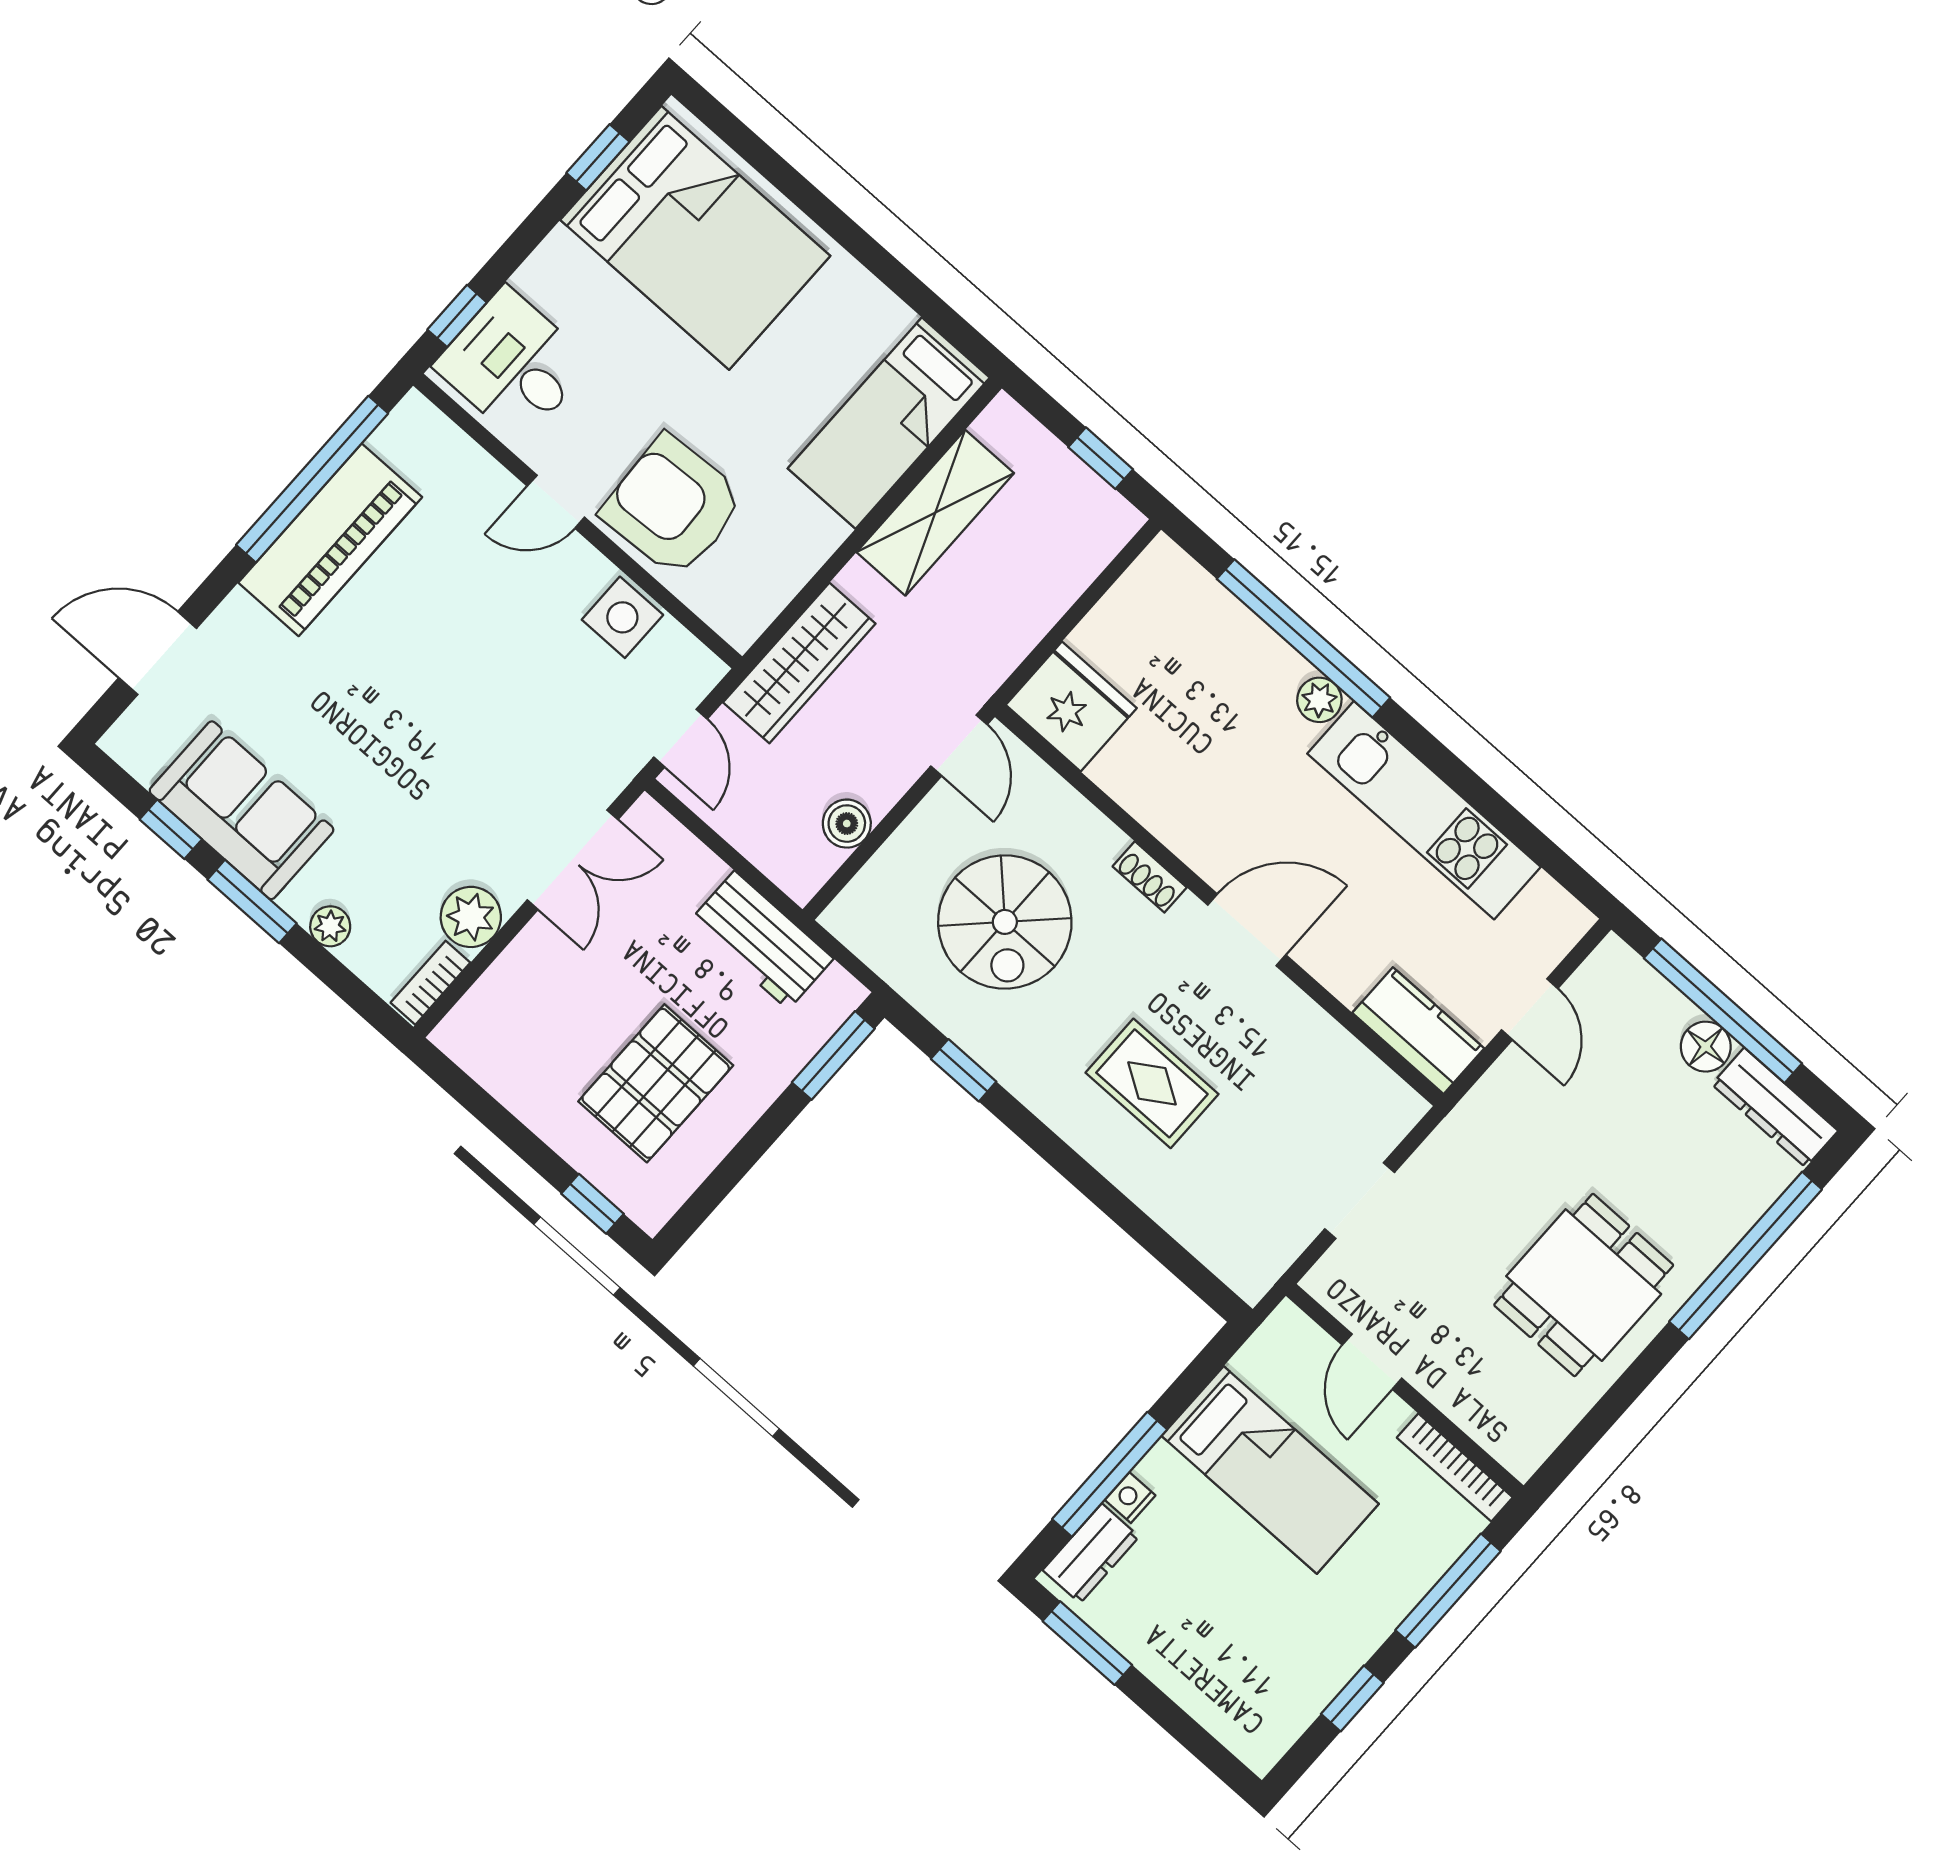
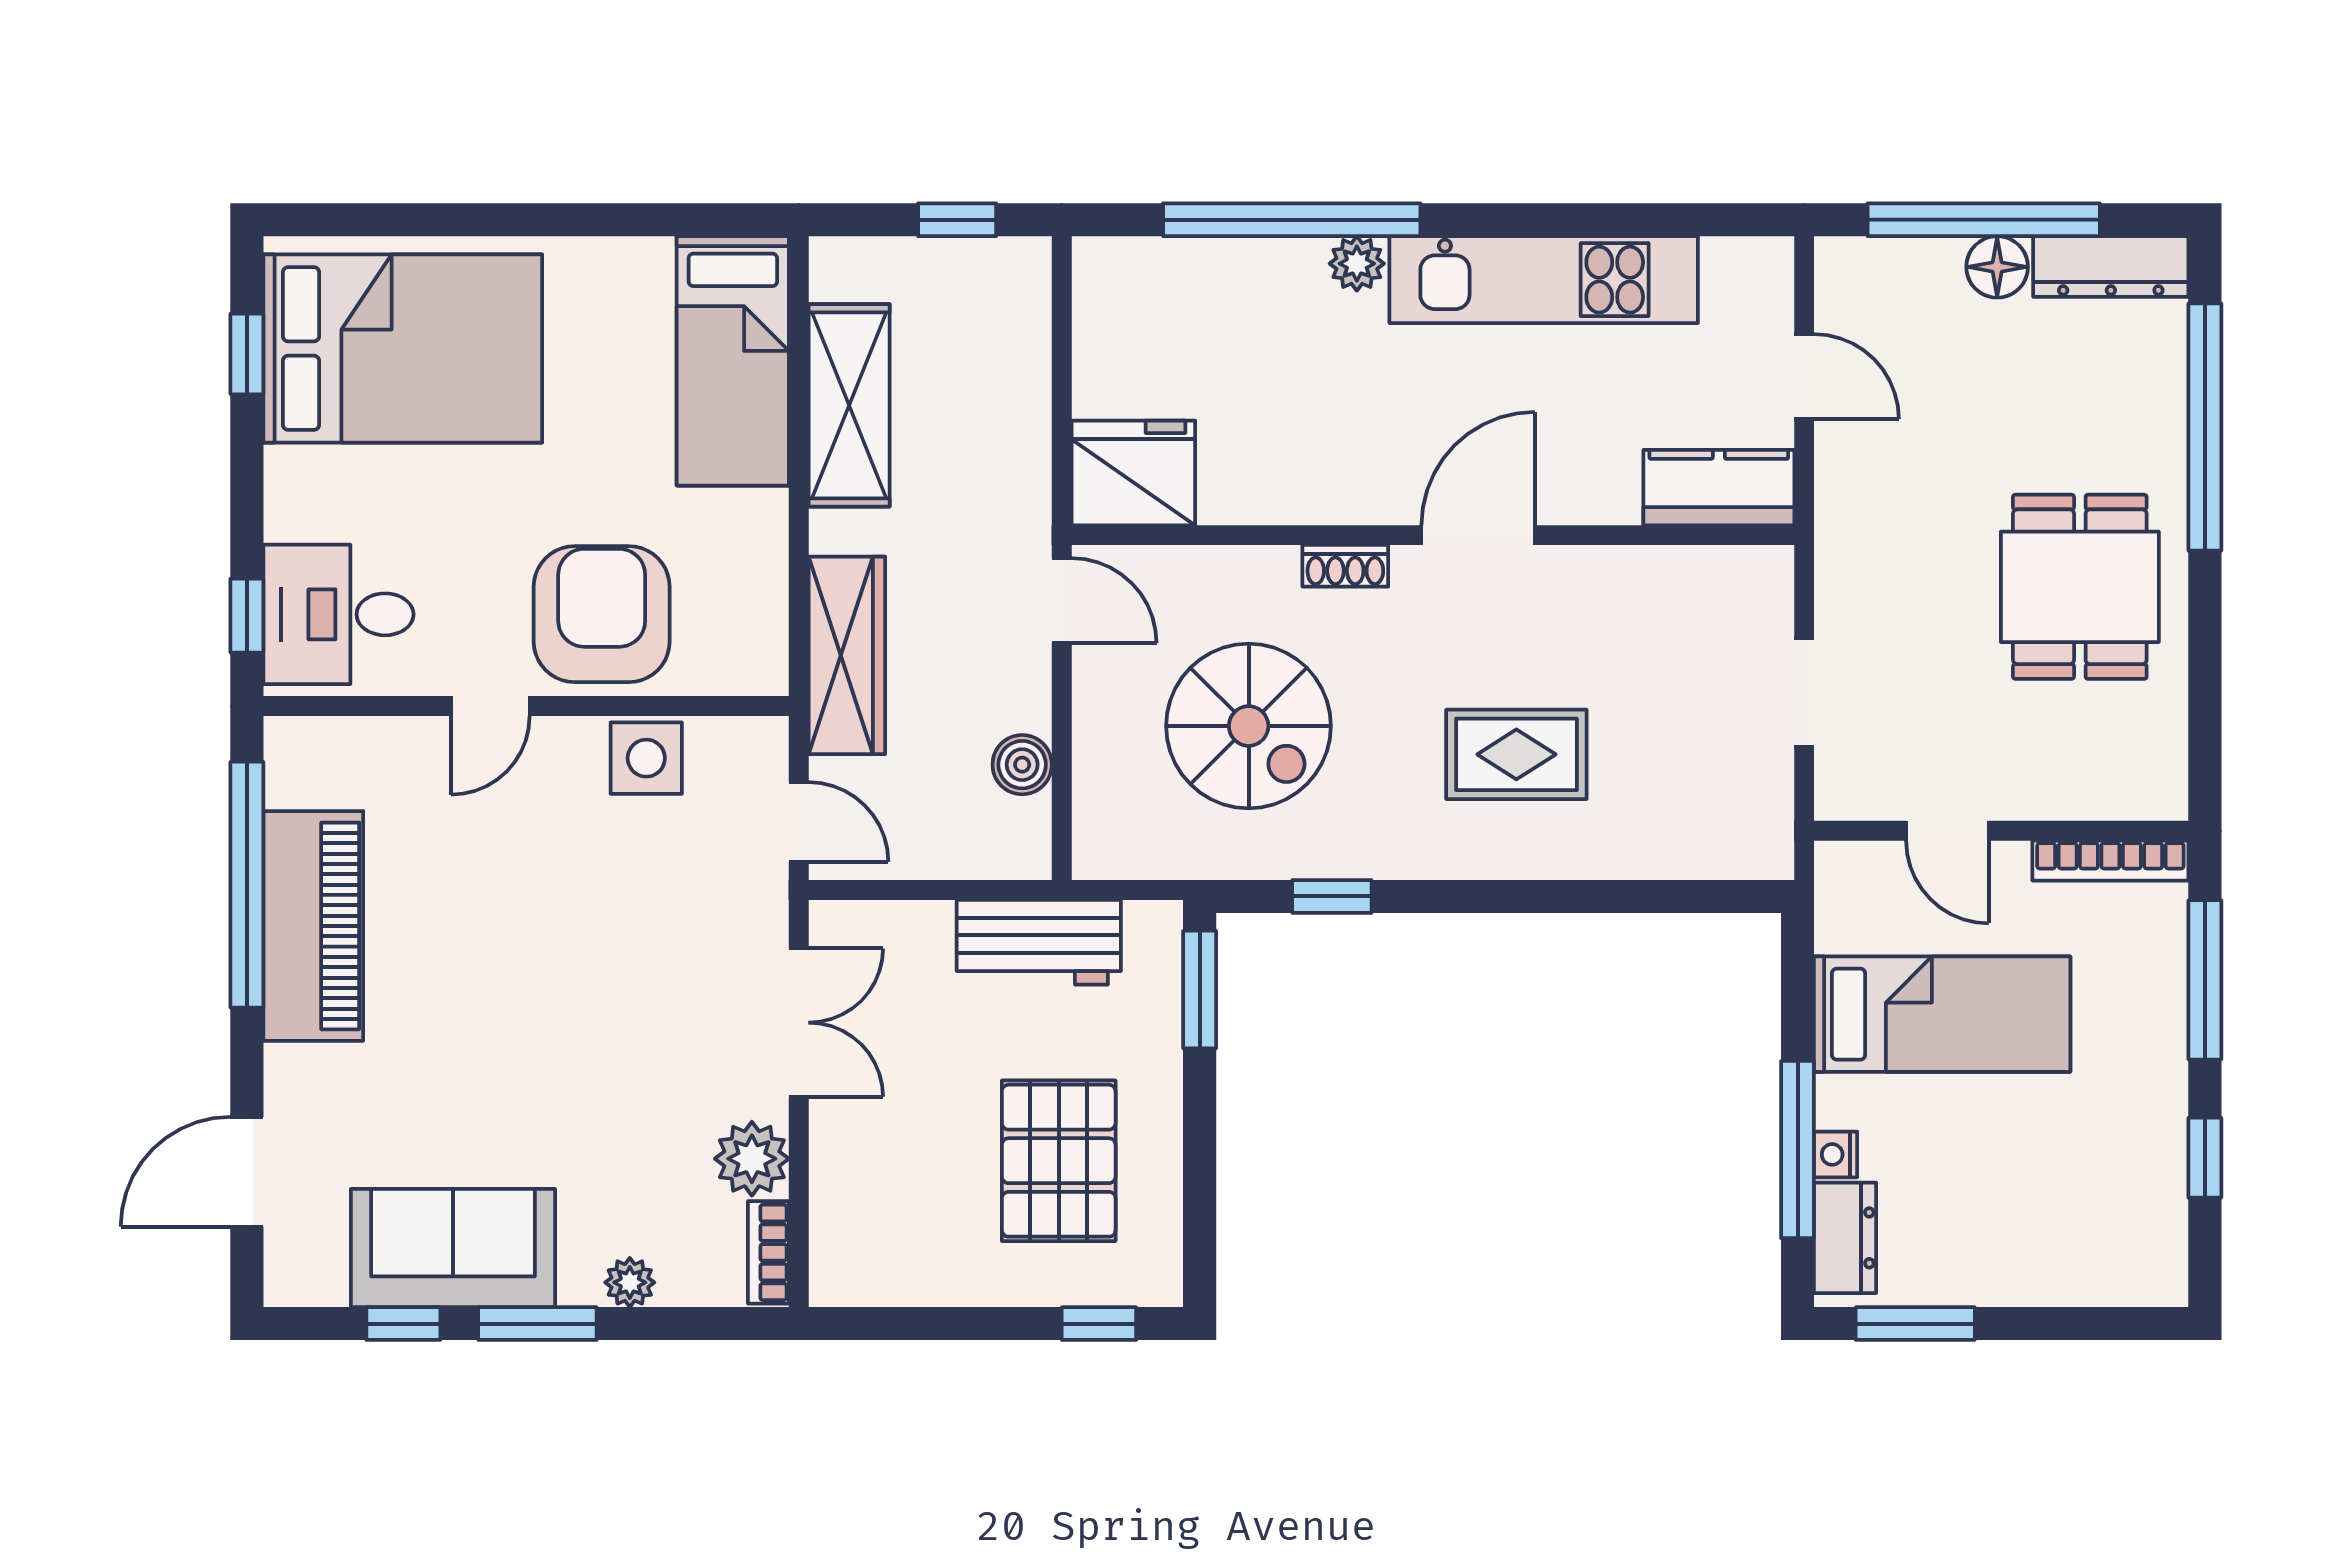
armchair: (673, 506) -> (602, 614), turned 93

